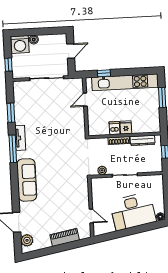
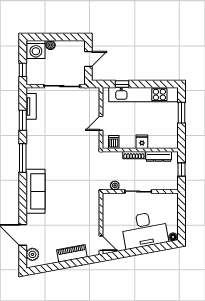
door: (85, 100) -> (101, 123), moved
dishwasher: (115, 128) -> (114, 142), moved
tv unit: (20, 138) -> (31, 106), moved
door: (91, 216) -> (101, 243), moved

